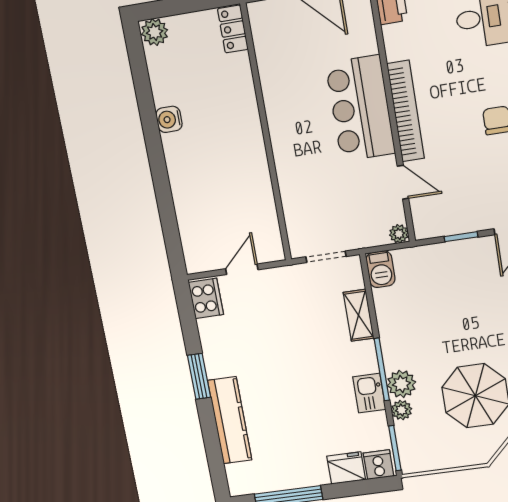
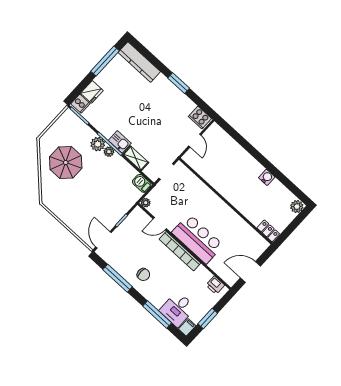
kitchen sink: (369, 393) -> (120, 142), moved
plant: (402, 410) -> (109, 152), moved
kitchen counter: (230, 420) -> (139, 62), moved

